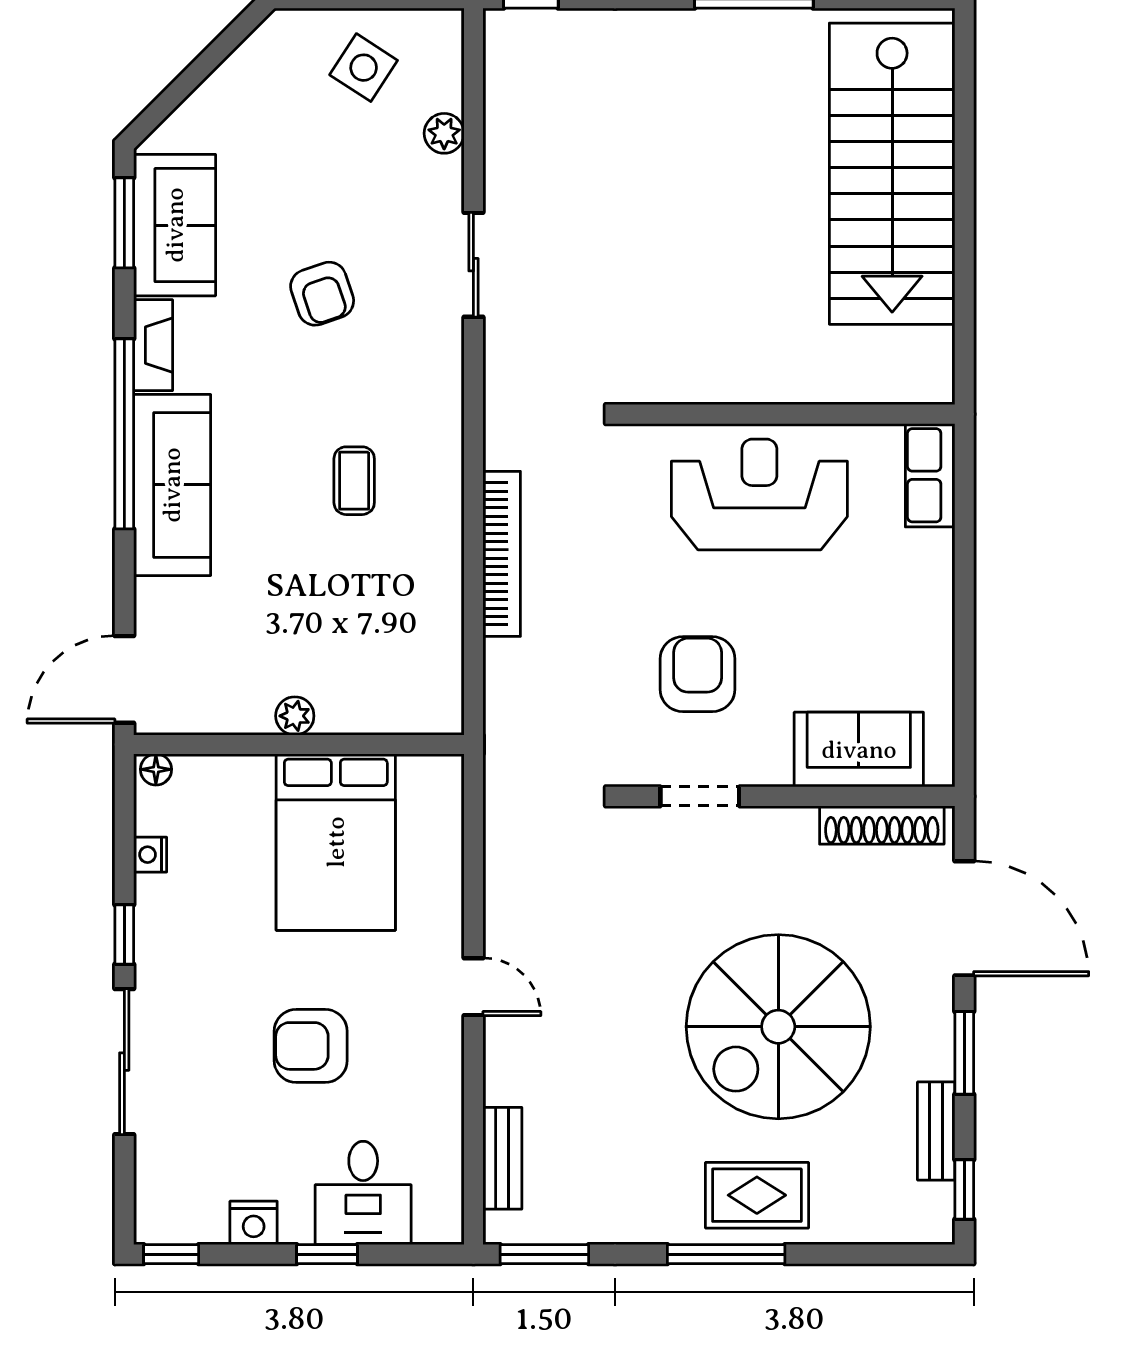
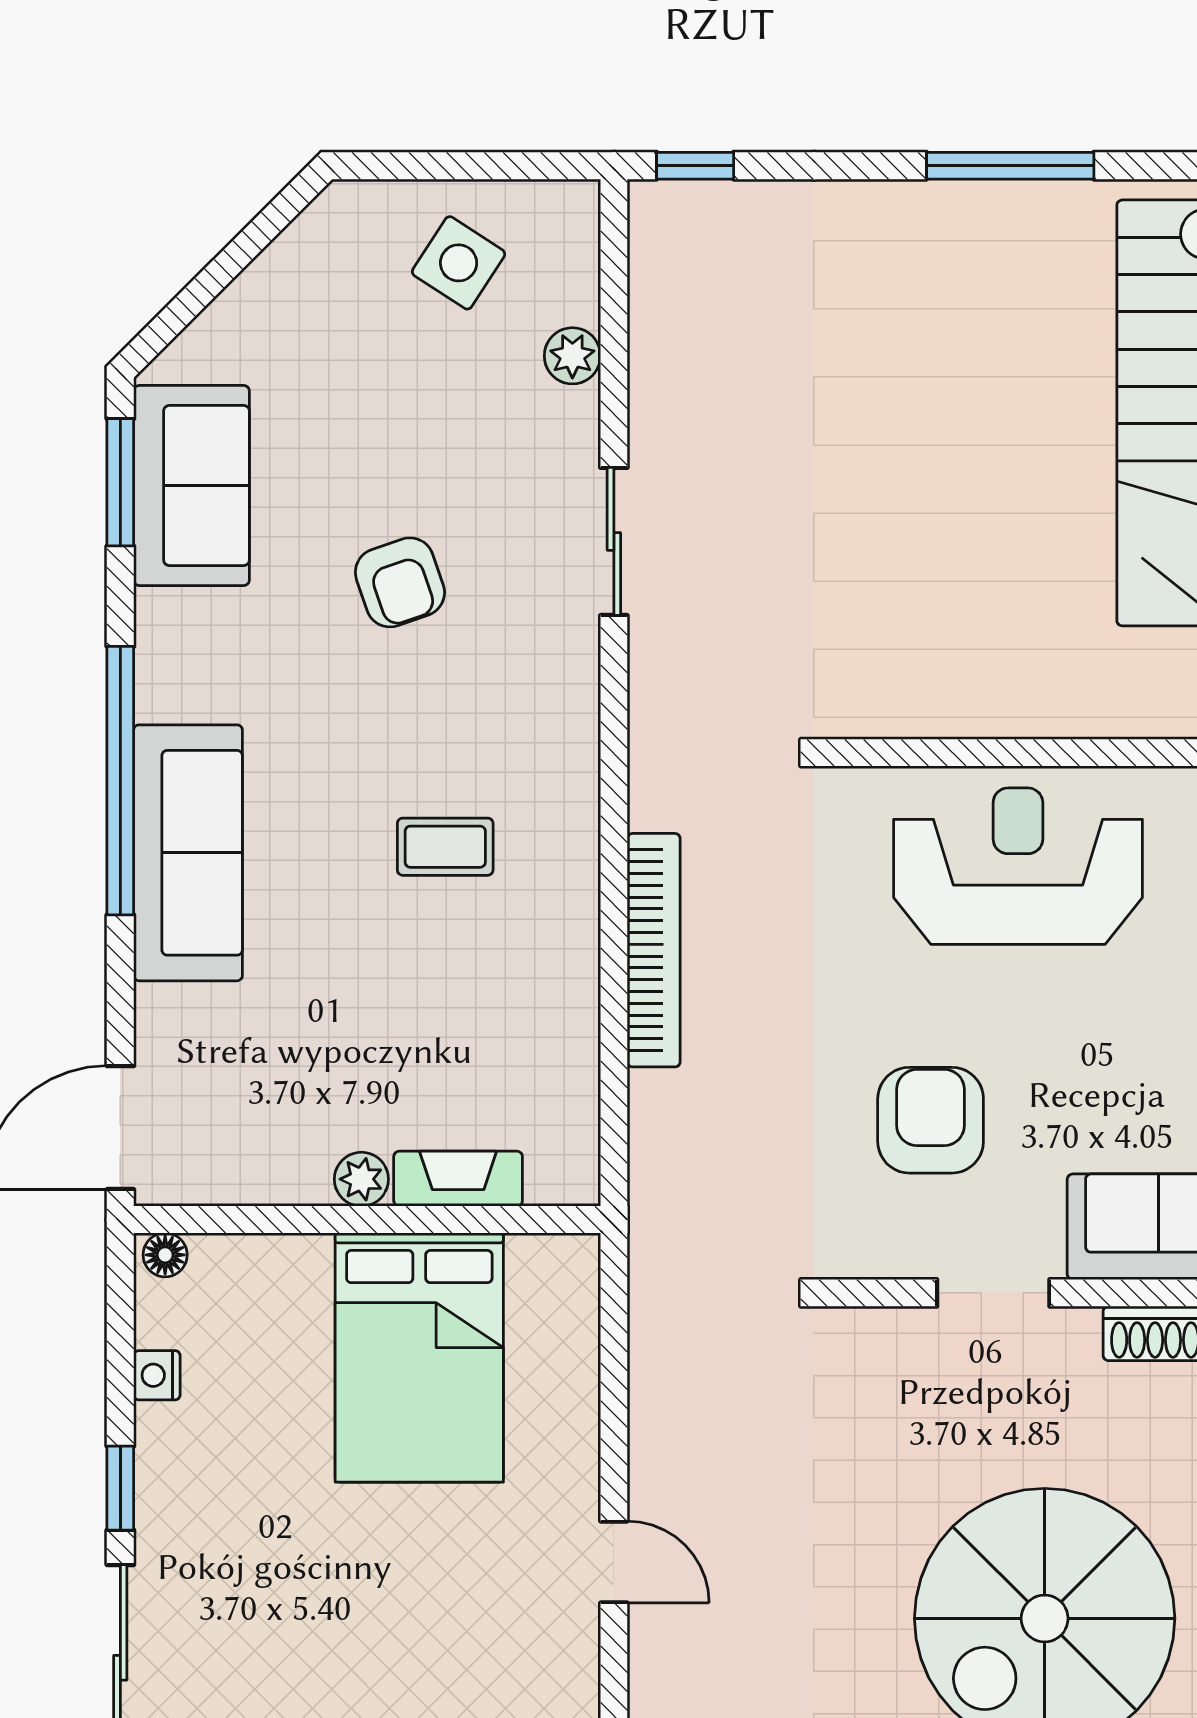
fireplace: (153, 345) -> (458, 1179), moved, turned -90
coffee table: (354, 481) -> (445, 847), turned 90
doorway: (700, 796) -> (993, 1293), moved
armchair: (311, 1046) -> (384, 1646), removed

